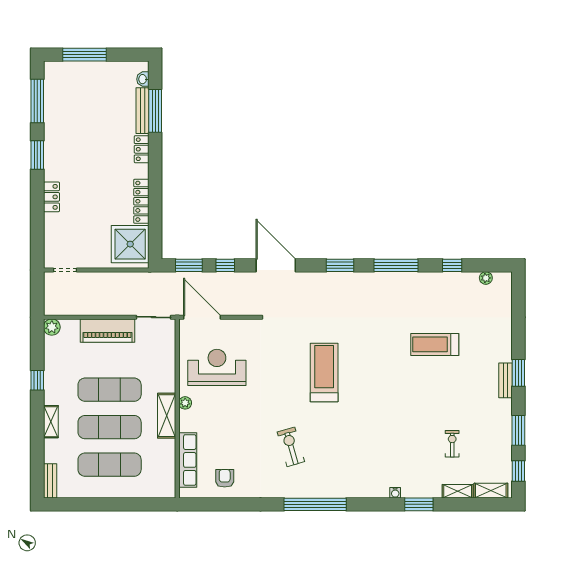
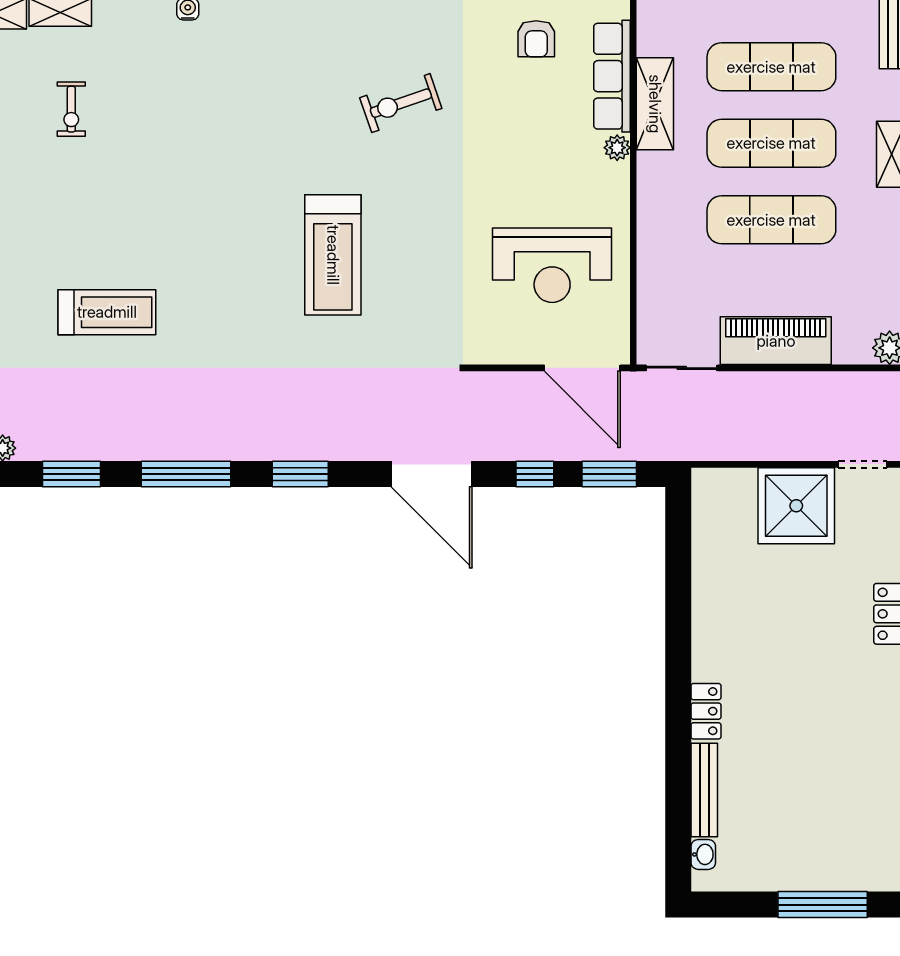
window: (155, 111) -> (678, 790), removed
locker: (141, 201) -> (707, 605), removed
shower: (130, 244) -> (796, 506), moved
window: (452, 265) -> (71, 474), width x1.50
plant: (185, 403) -> (617, 148), moved
shelving: (167, 416) -> (655, 104), moved
exercise bike: (291, 447) -> (401, 103), turned 87

